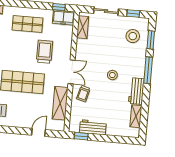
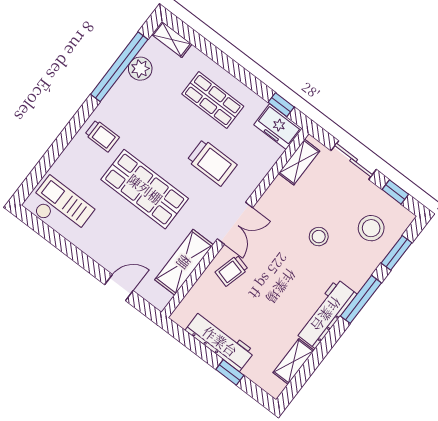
trolley: (45, 52) -> (212, 163), turned 90
stool: (112, 75) -> (319, 237), moved
workbench: (136, 91) -> (326, 314), width x1.38
workbench: (93, 127) -> (220, 341), width x1.38
window: (81, 136) -> (230, 372), moved

